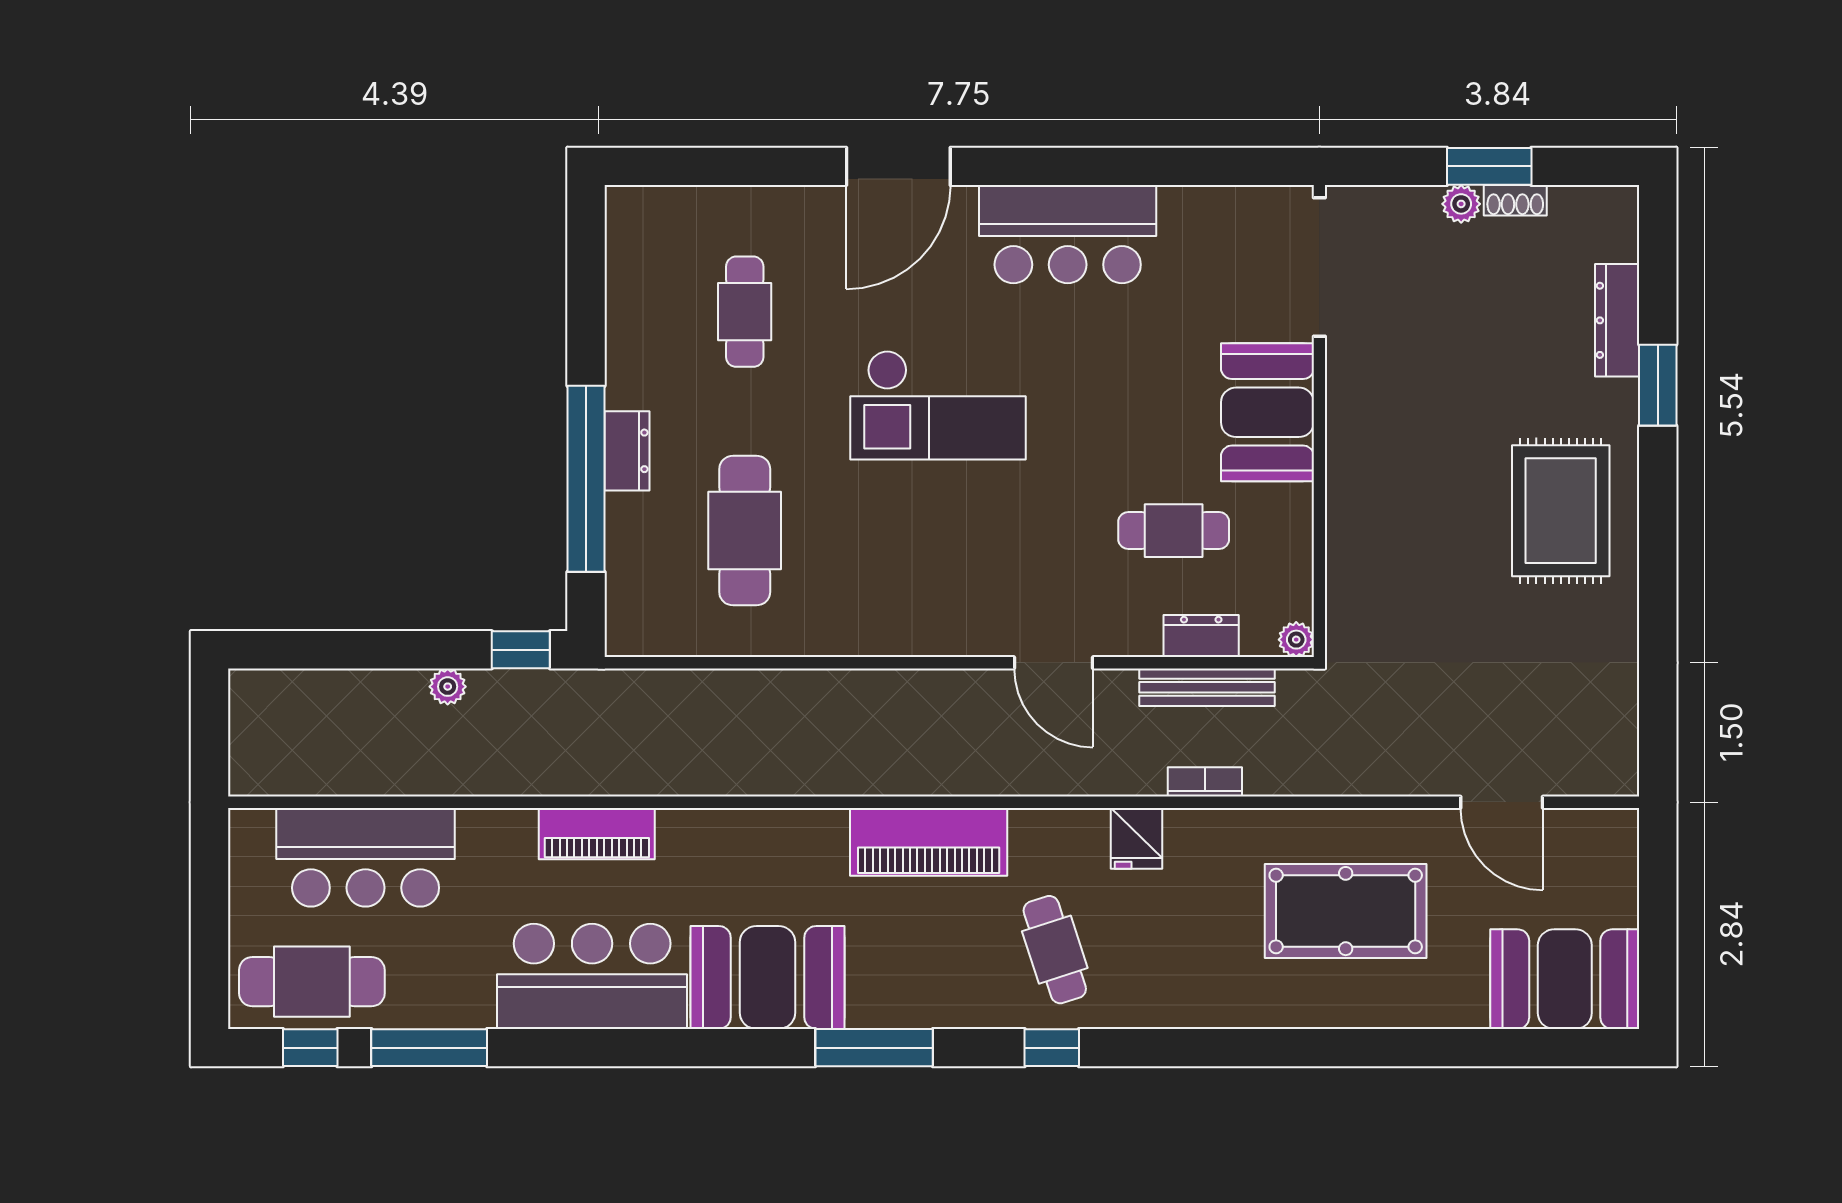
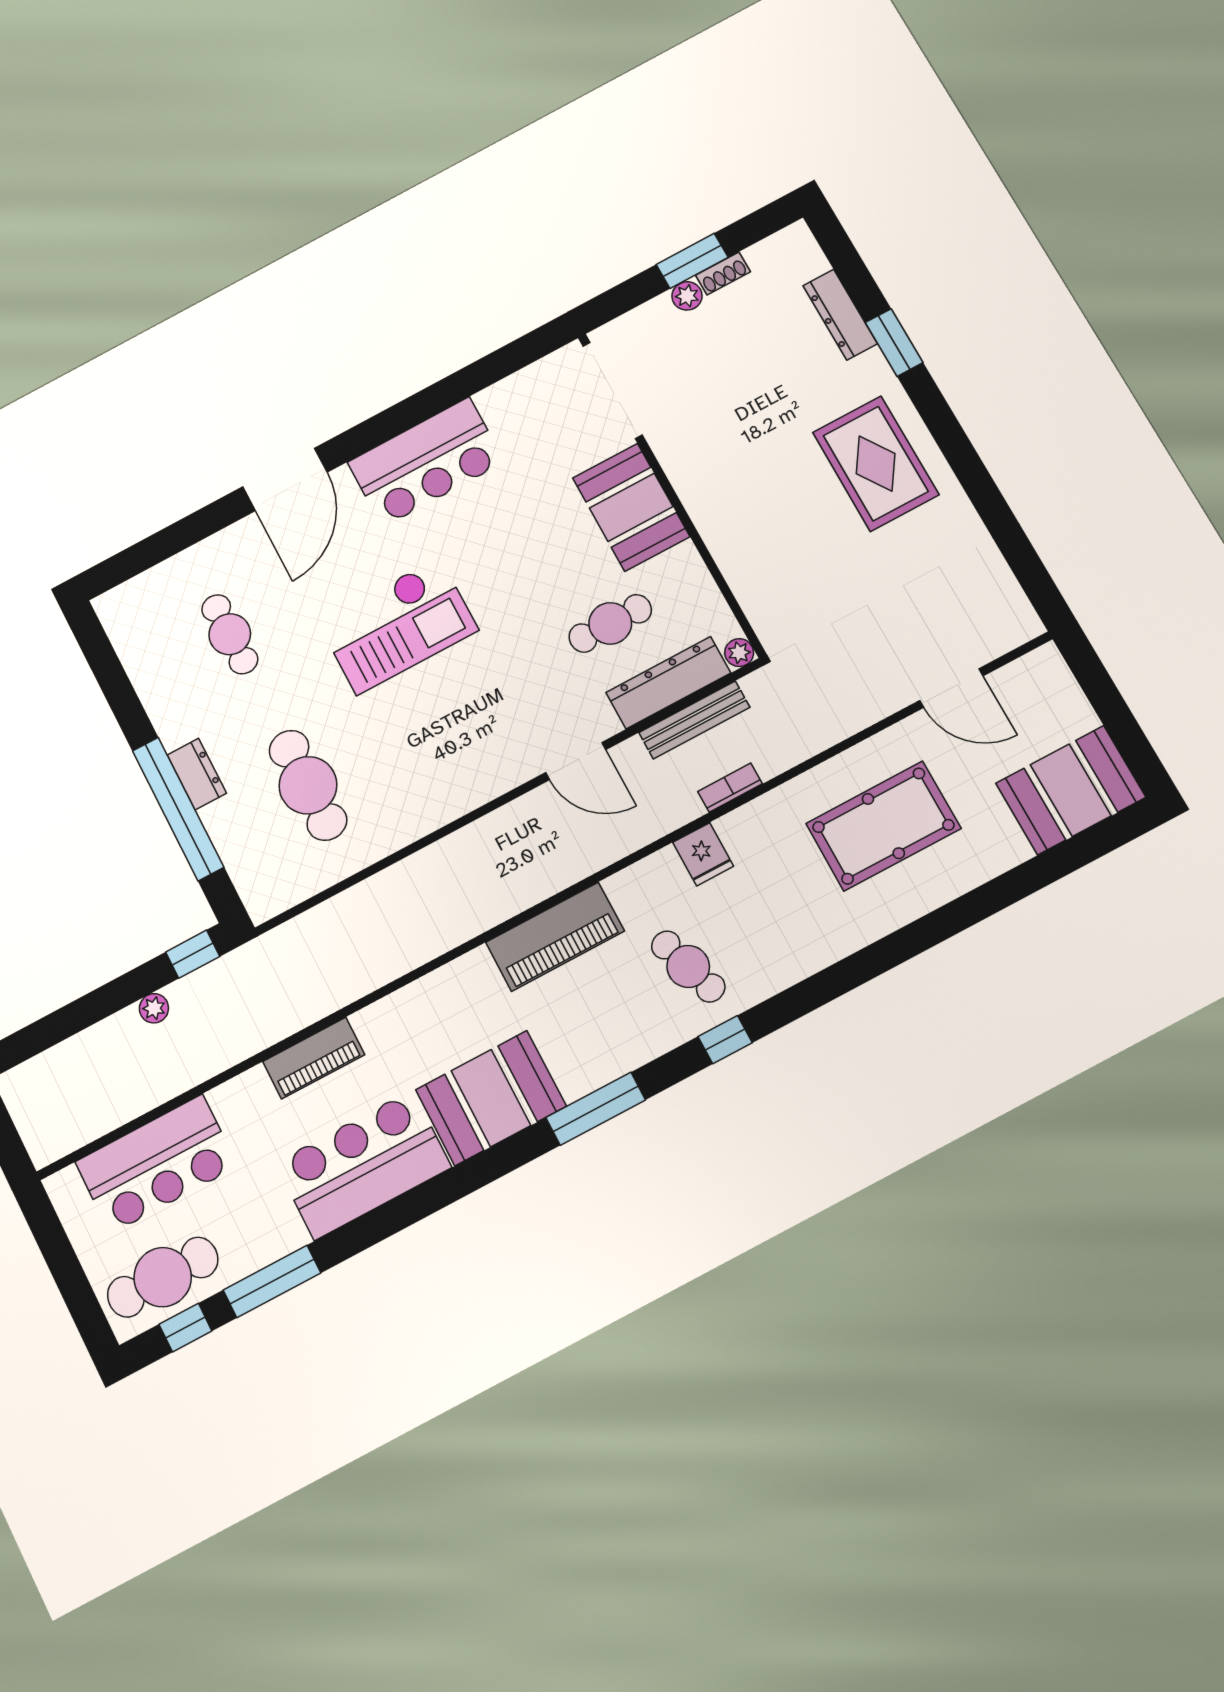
dresser: (1201, 636) -> (668, 683), width x1.96, depth x1.24

